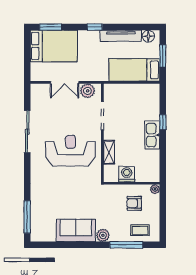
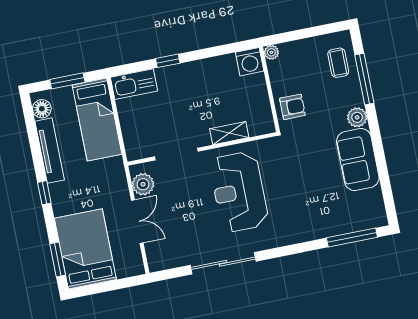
kitchen sink: (152, 135) -> (134, 84), moved
washing machine: (127, 174) -> (250, 62), moved, turned -90
armchair: (134, 203) -> (292, 107), moved, turned -90

